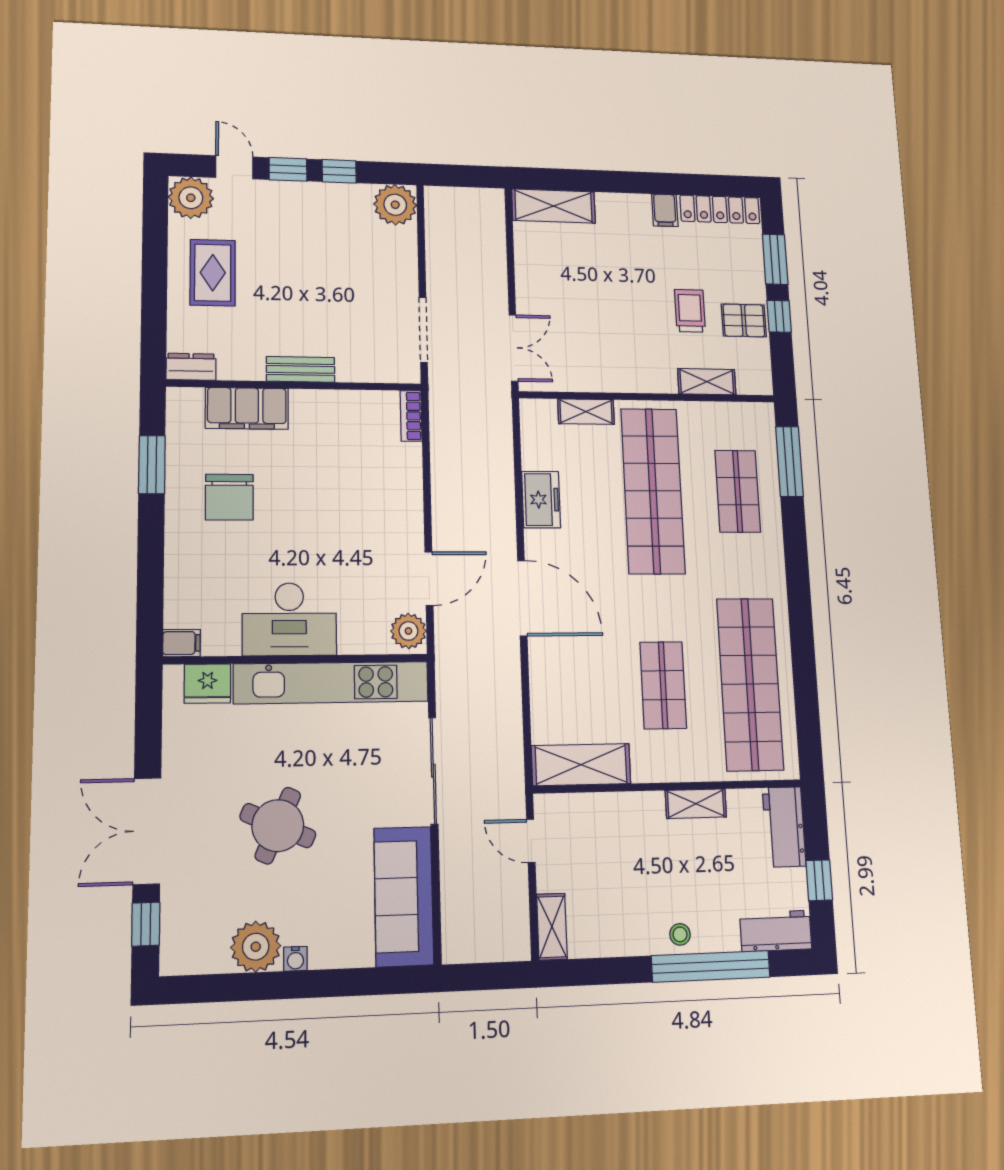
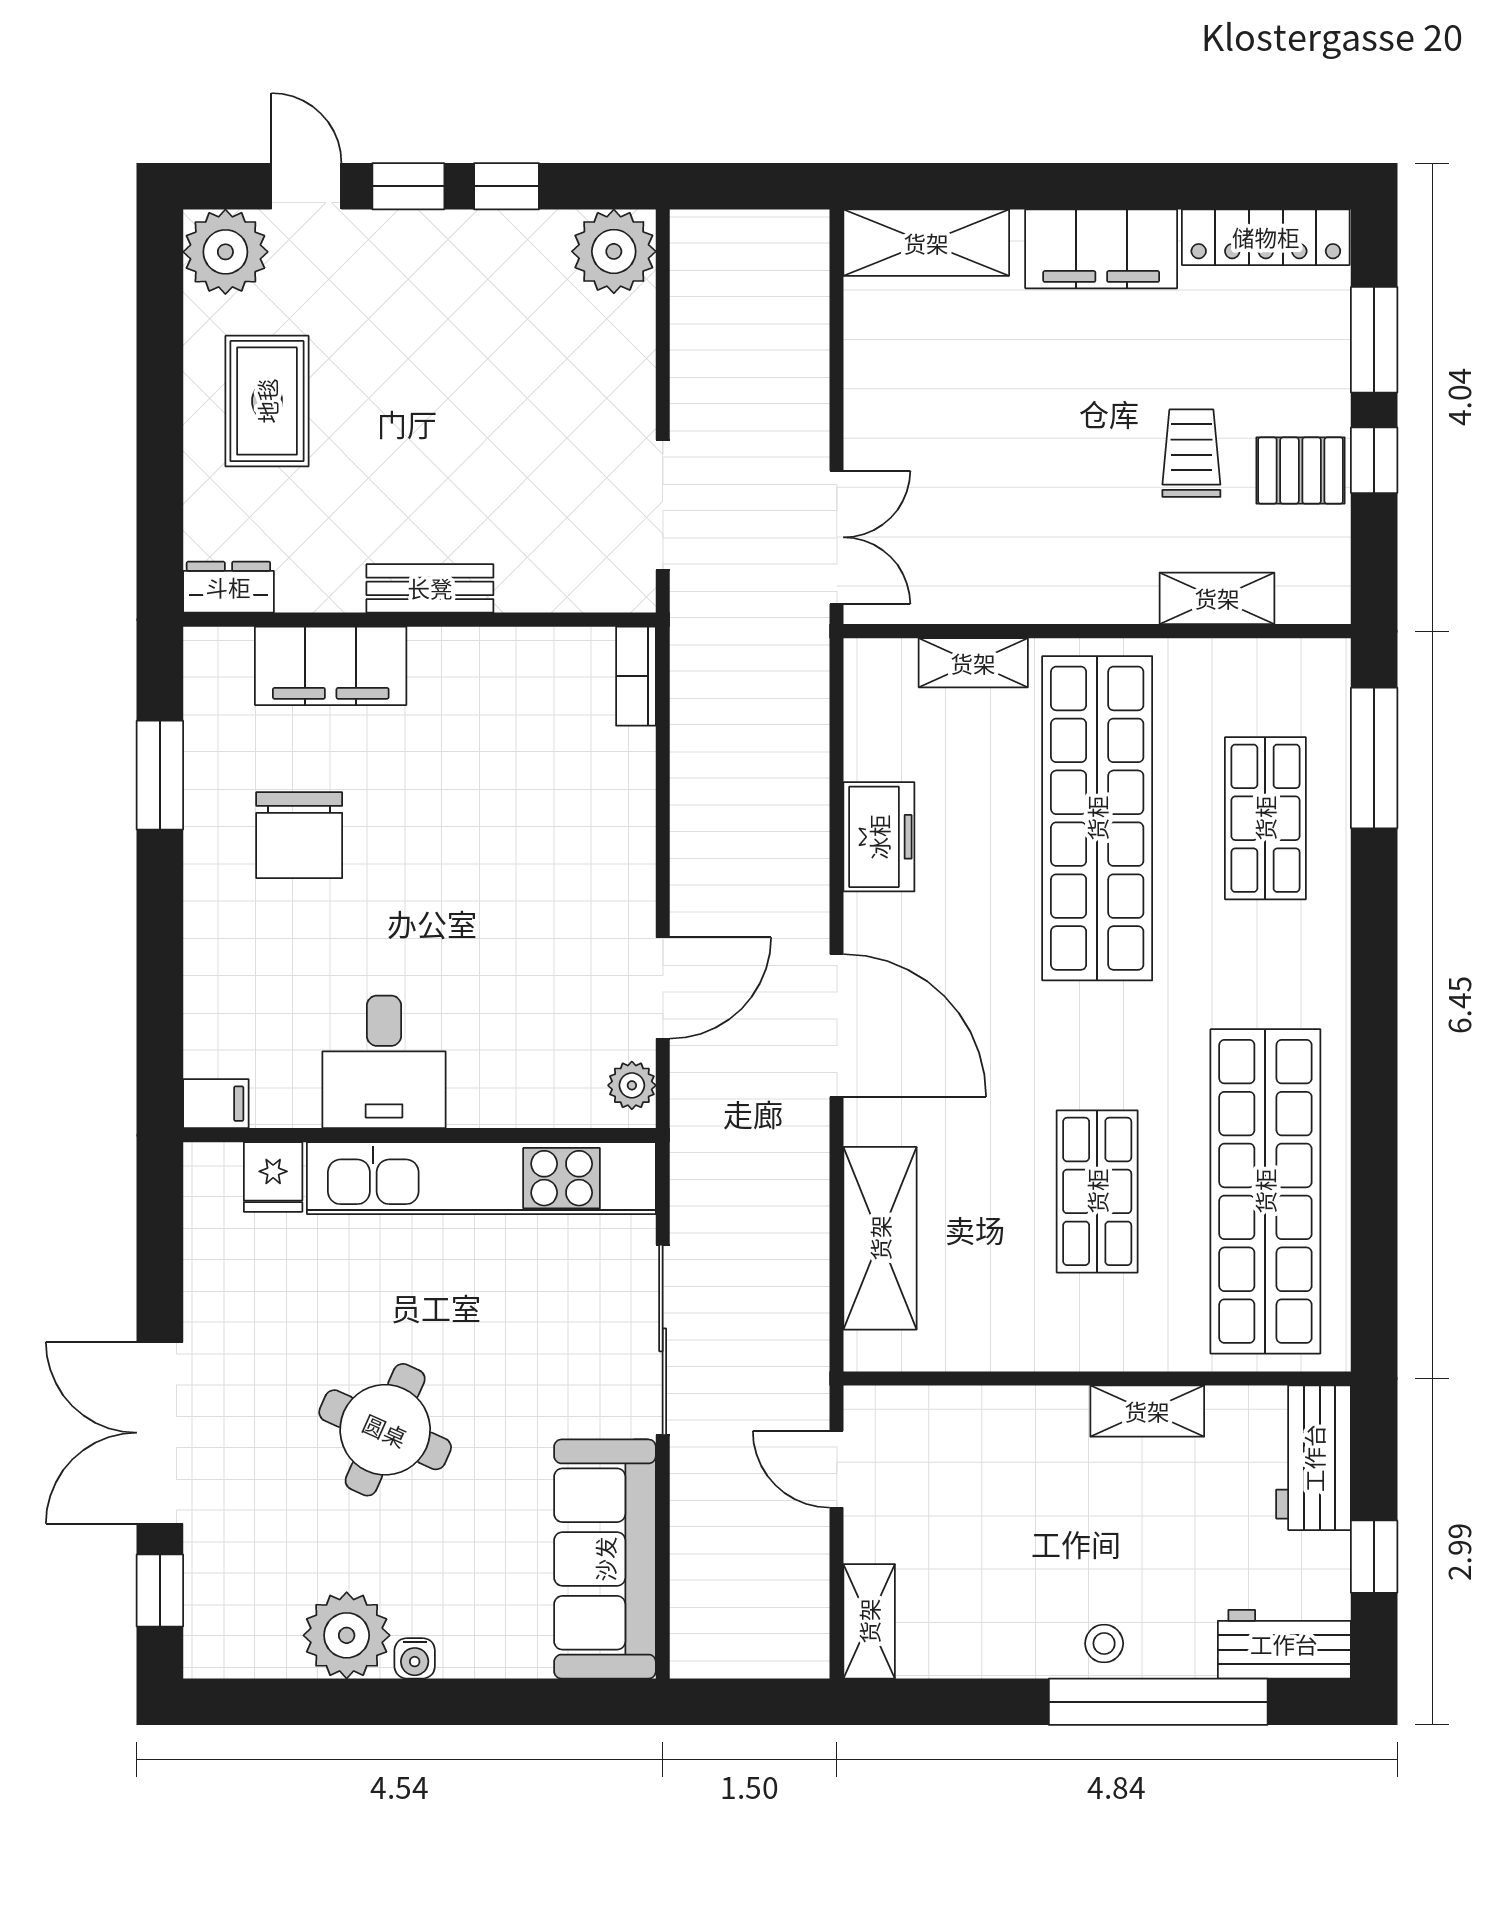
filing cabinet: (665, 210) -> (1101, 249), width x3.00, depth x1.17
desk: (289, 619) -> (384, 1062), width x0.73
plant: (408, 631) -> (632, 1085), width x0.73, depth x0.73
fridge: (207, 684) -> (273, 1177), width x0.72
shelving: (581, 765) -> (880, 1238), moved, turned 90

